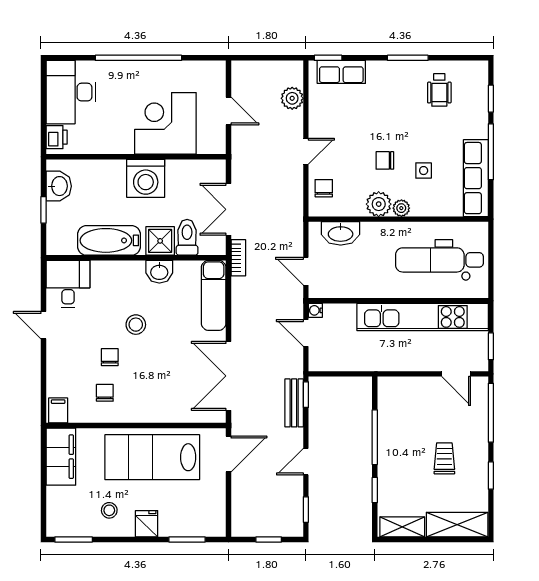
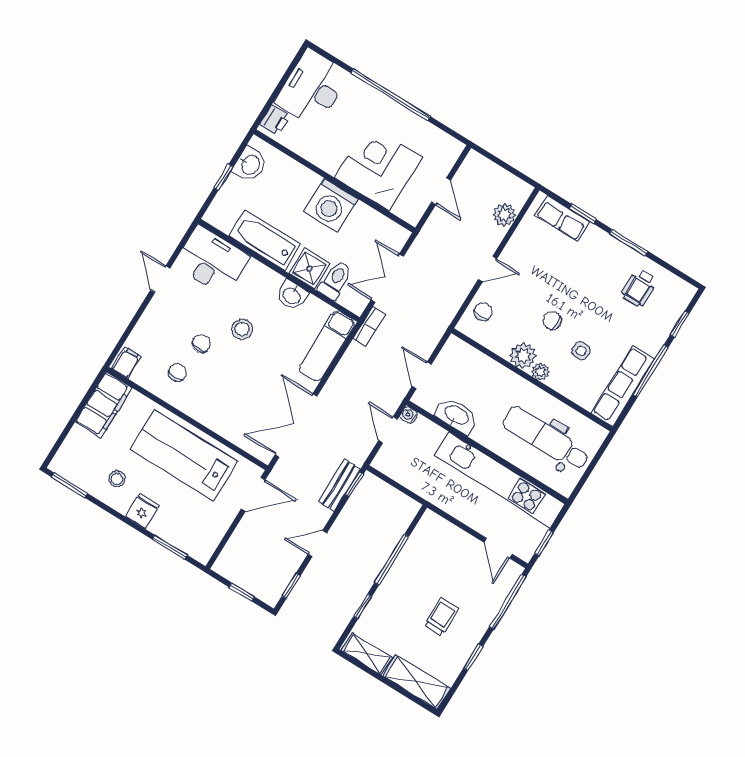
window: (328, 58) -> (583, 214), moved
washbasin: (341, 233) -> (456, 415), moved, turned 180
desk: (68, 284) -> (212, 261), width x1.37

